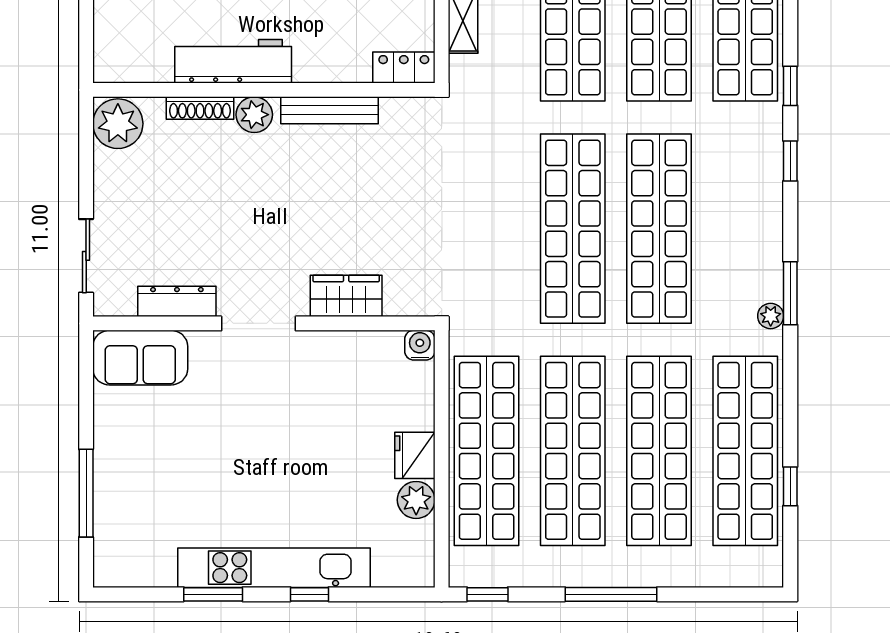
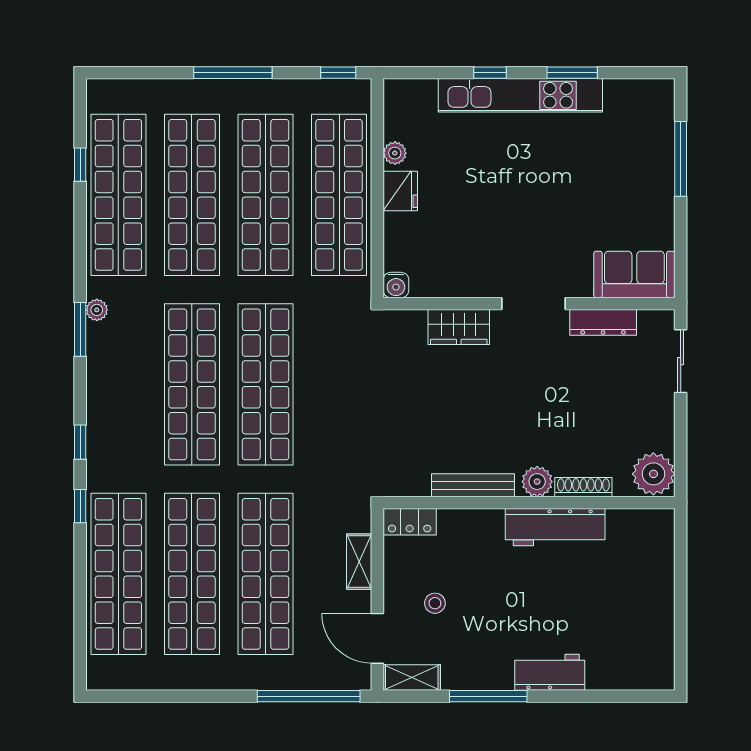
plant: (416, 500) -> (395, 153), width x0.73, depth x0.73

